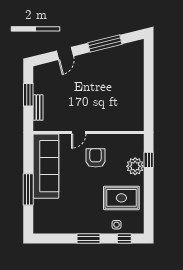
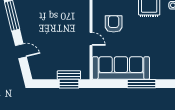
window: (28, 95) -> (69, 84), moved
armchair: (96, 158) -> (114, 24), turned 90

